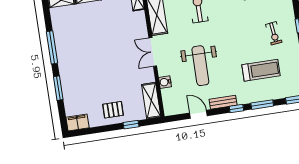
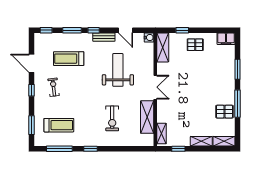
pallet: (66, 36) -> (225, 112), added
water cooler: (165, 82) -> (149, 38), moved

